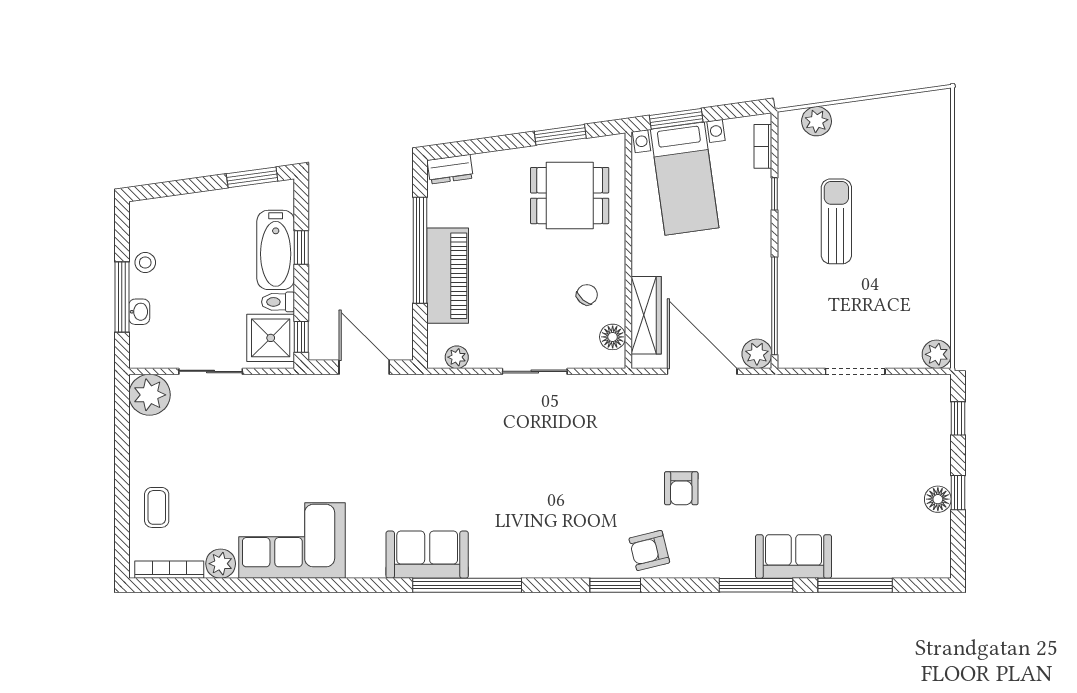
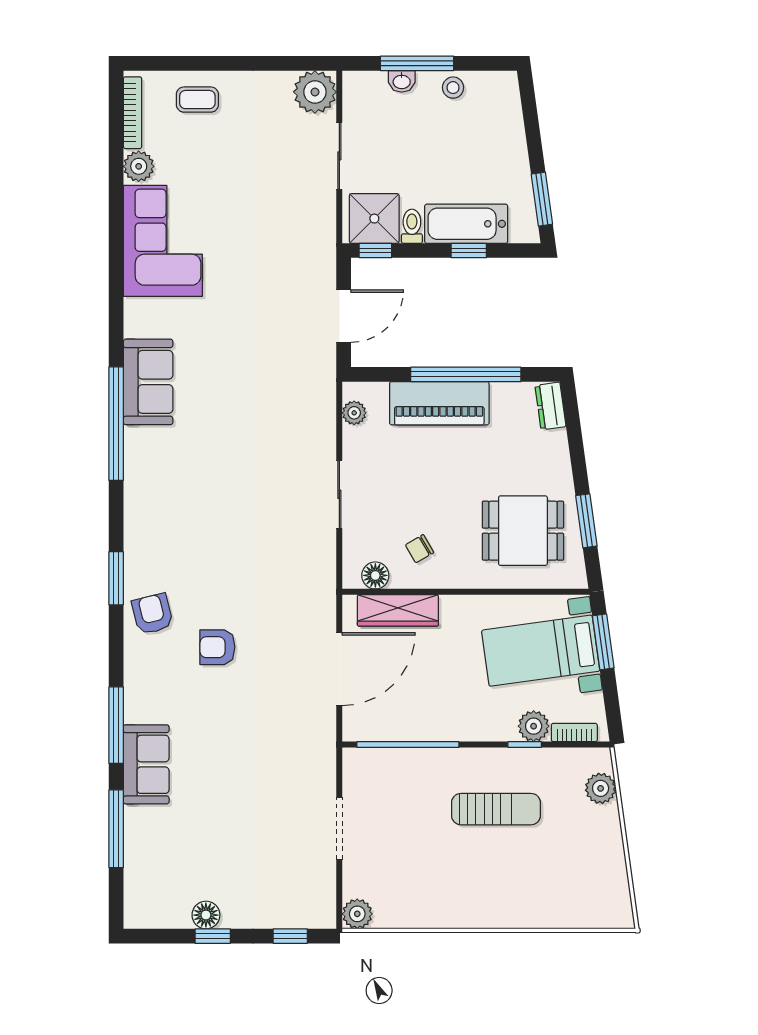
dining table: (570, 196) -> (523, 531), turned 90
chair: (587, 295) -> (419, 549), turned 109
plant: (757, 354) -> (534, 726), moved

